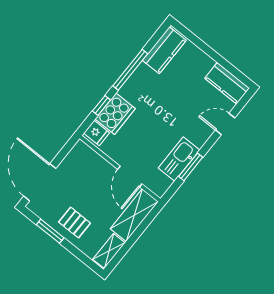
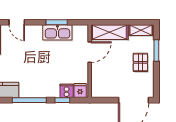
cooker: (115, 114) -> (67, 91), width x0.53, depth x0.76
window: (50, 231) -> (156, 50), moved

